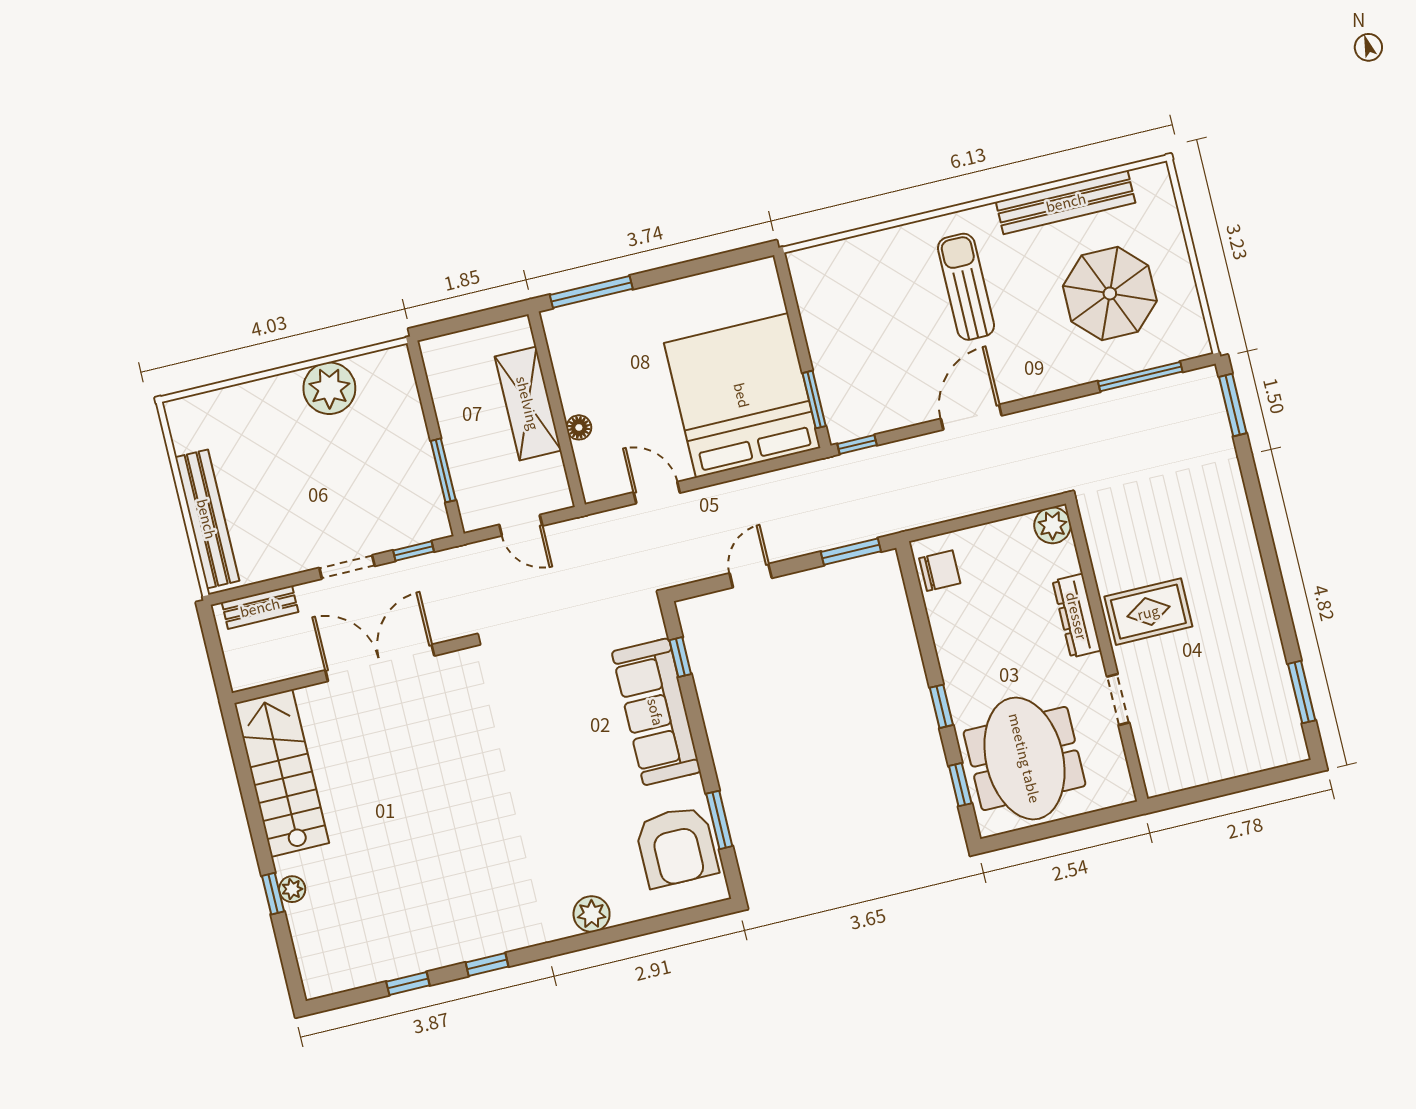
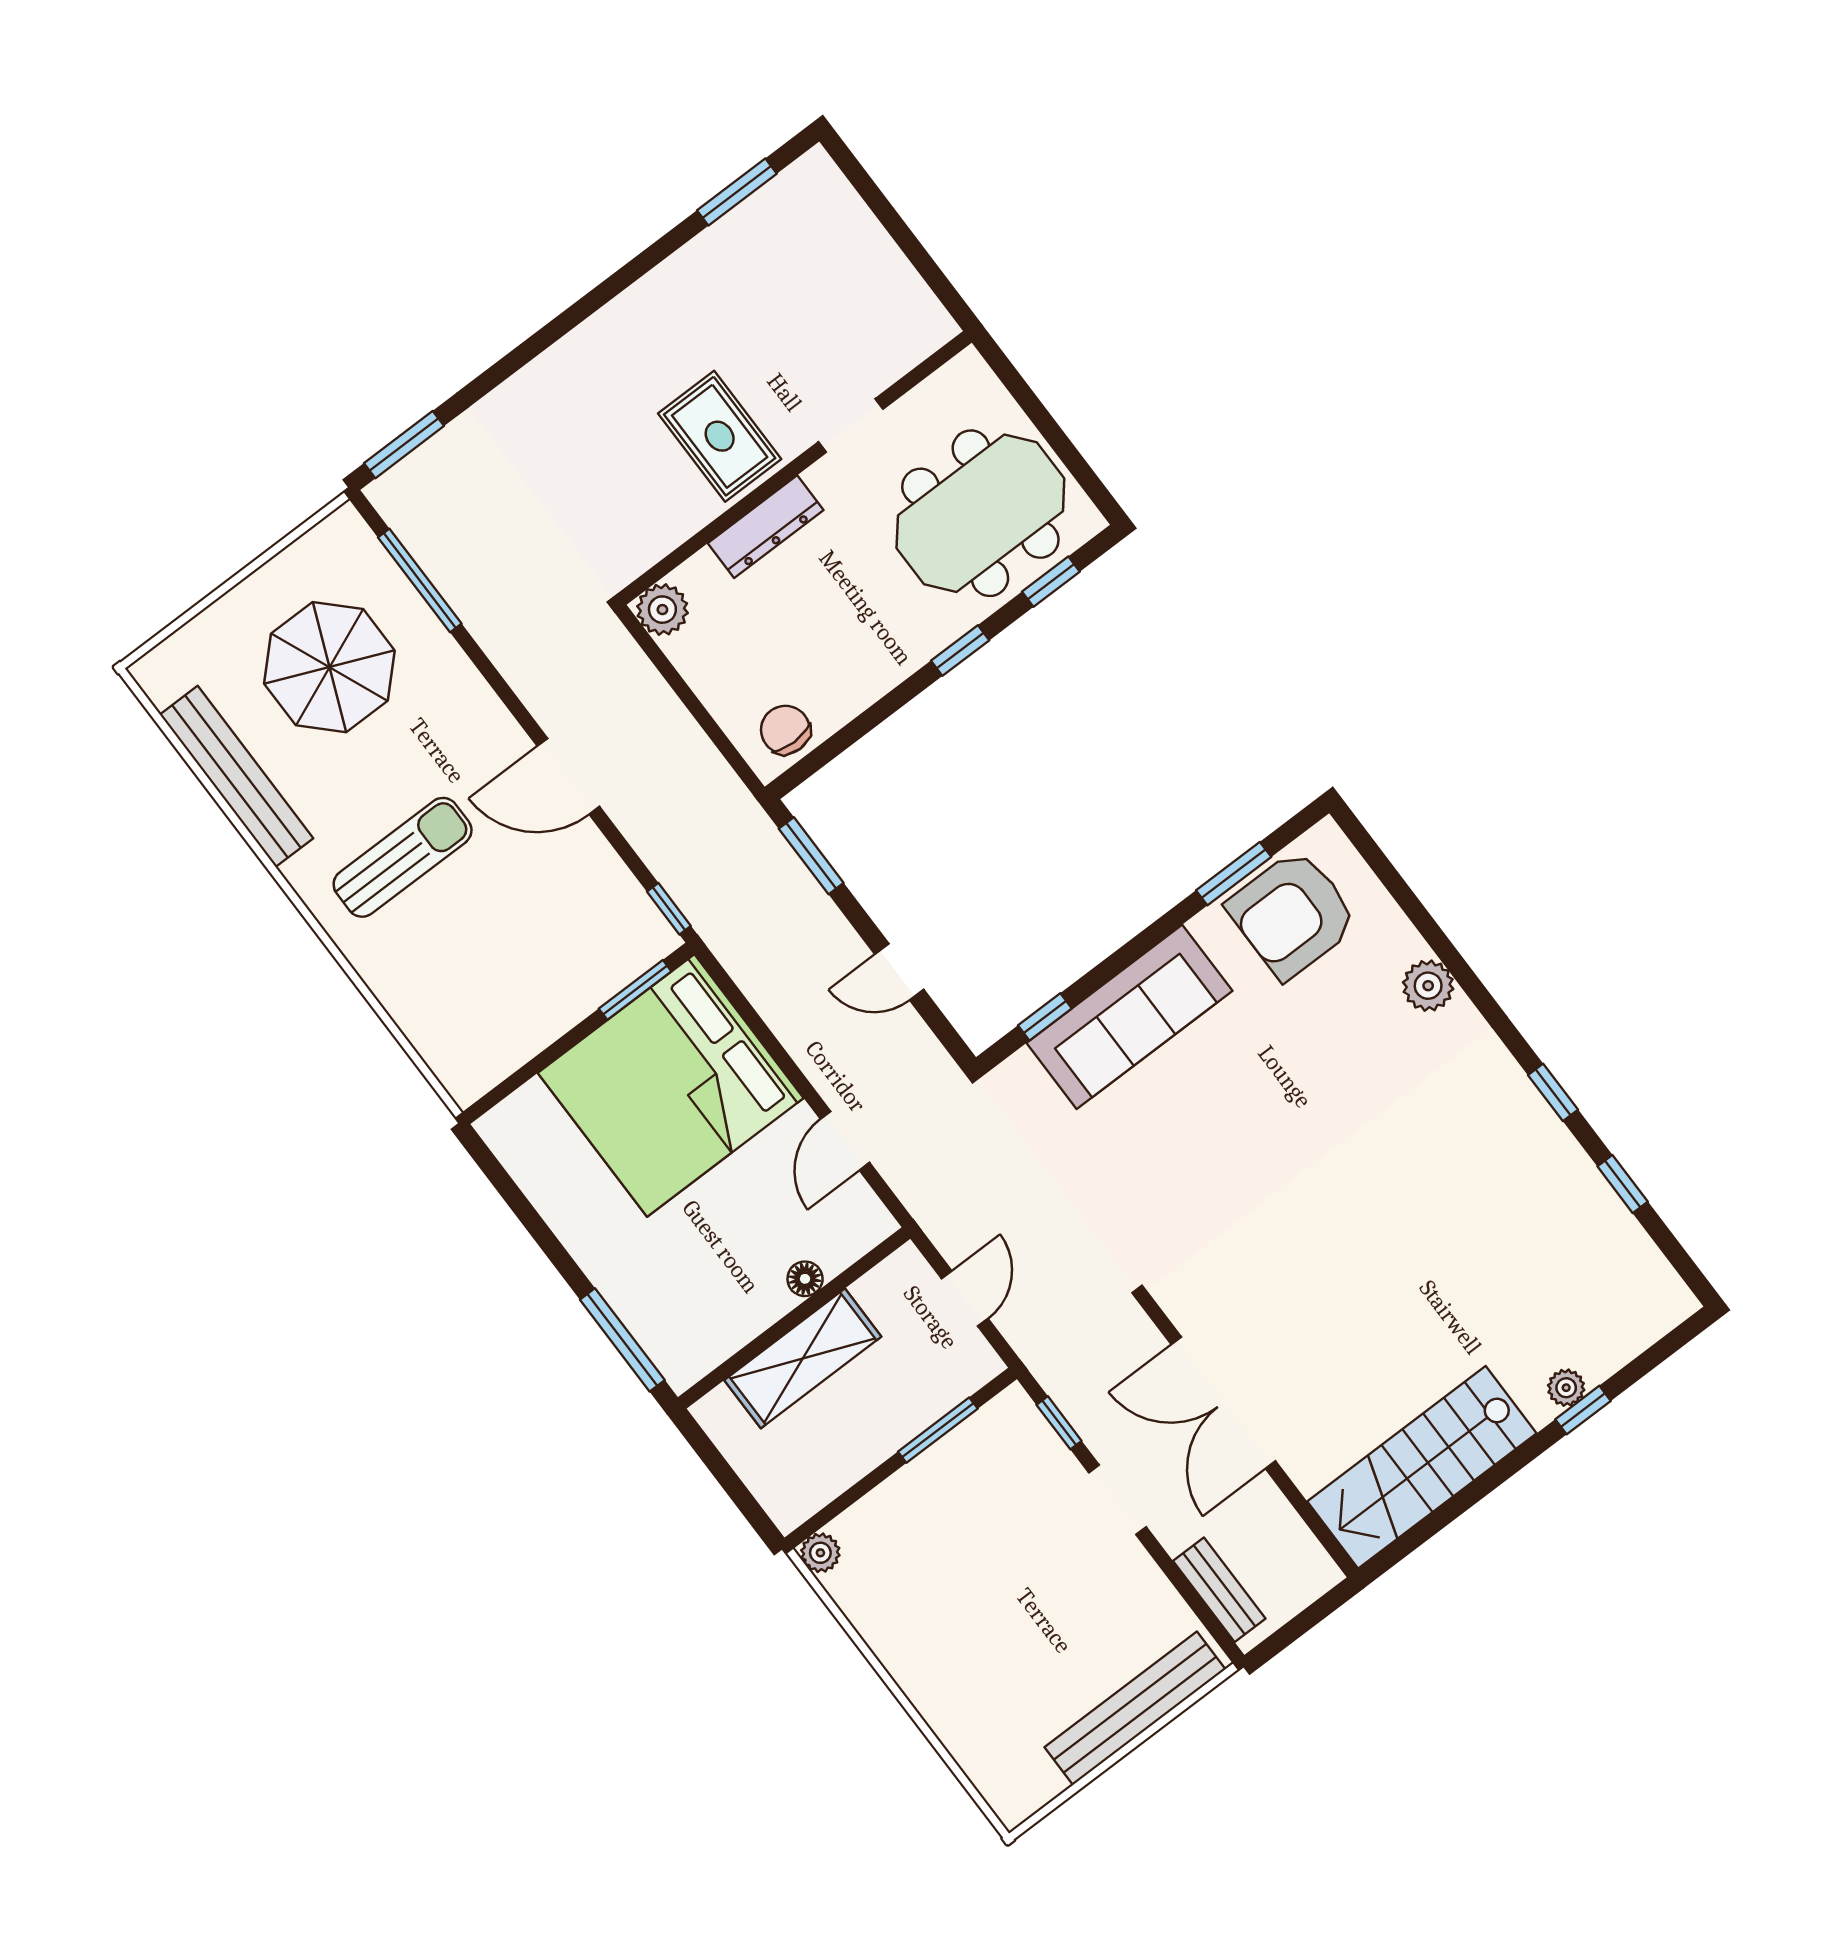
sun lounger: (966, 287) -> (403, 857), turned 180
plant: (329, 388) -> (820, 1553), moved, width x0.53, depth x0.53
armchair: (676, 847) -> (1292, 914), turned 180

